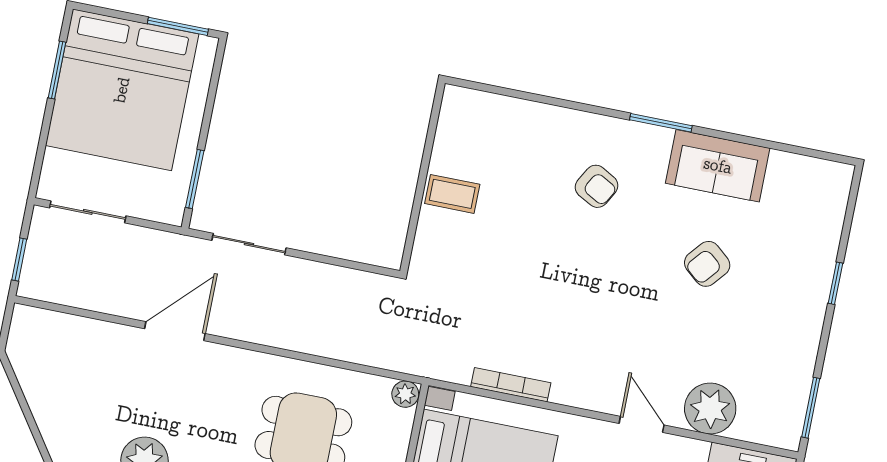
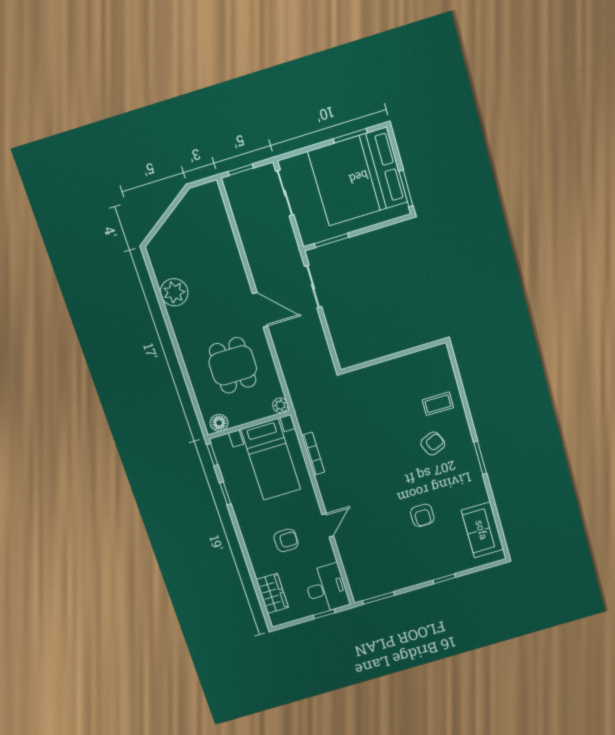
sofa: (718, 166) -> (482, 530), moved
armchair: (597, 186) -> (433, 444), turned -142
coffee table: (452, 194) -> (438, 404), moved, turned 90
armchair: (707, 264) -> (422, 515), turned -130
door: (175, 331) -> (260, 310), moved
plant: (710, 409) -> (353, 553), removed

